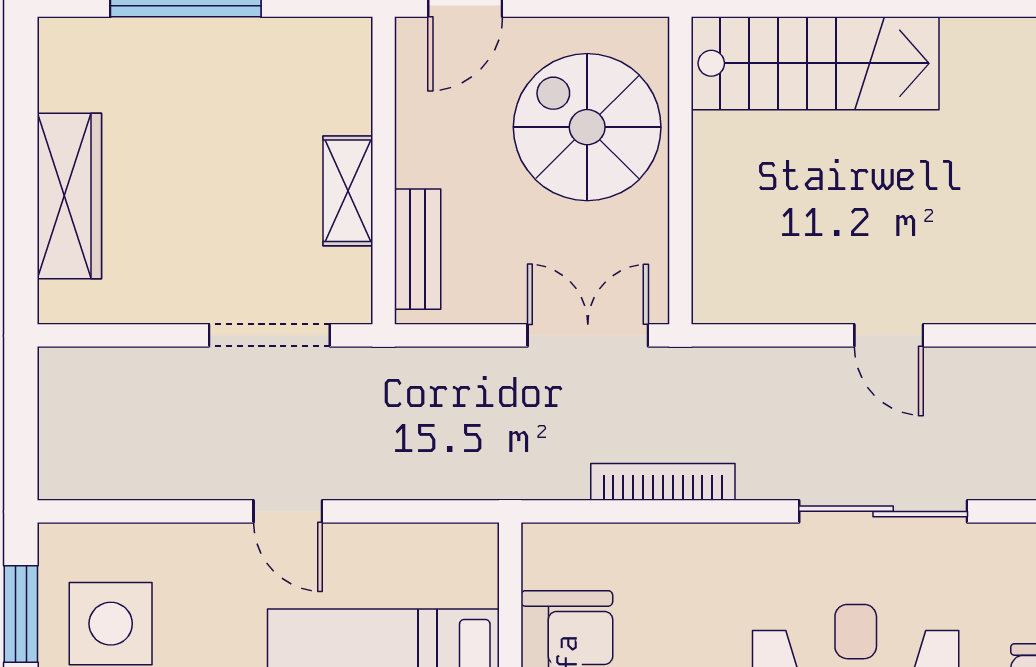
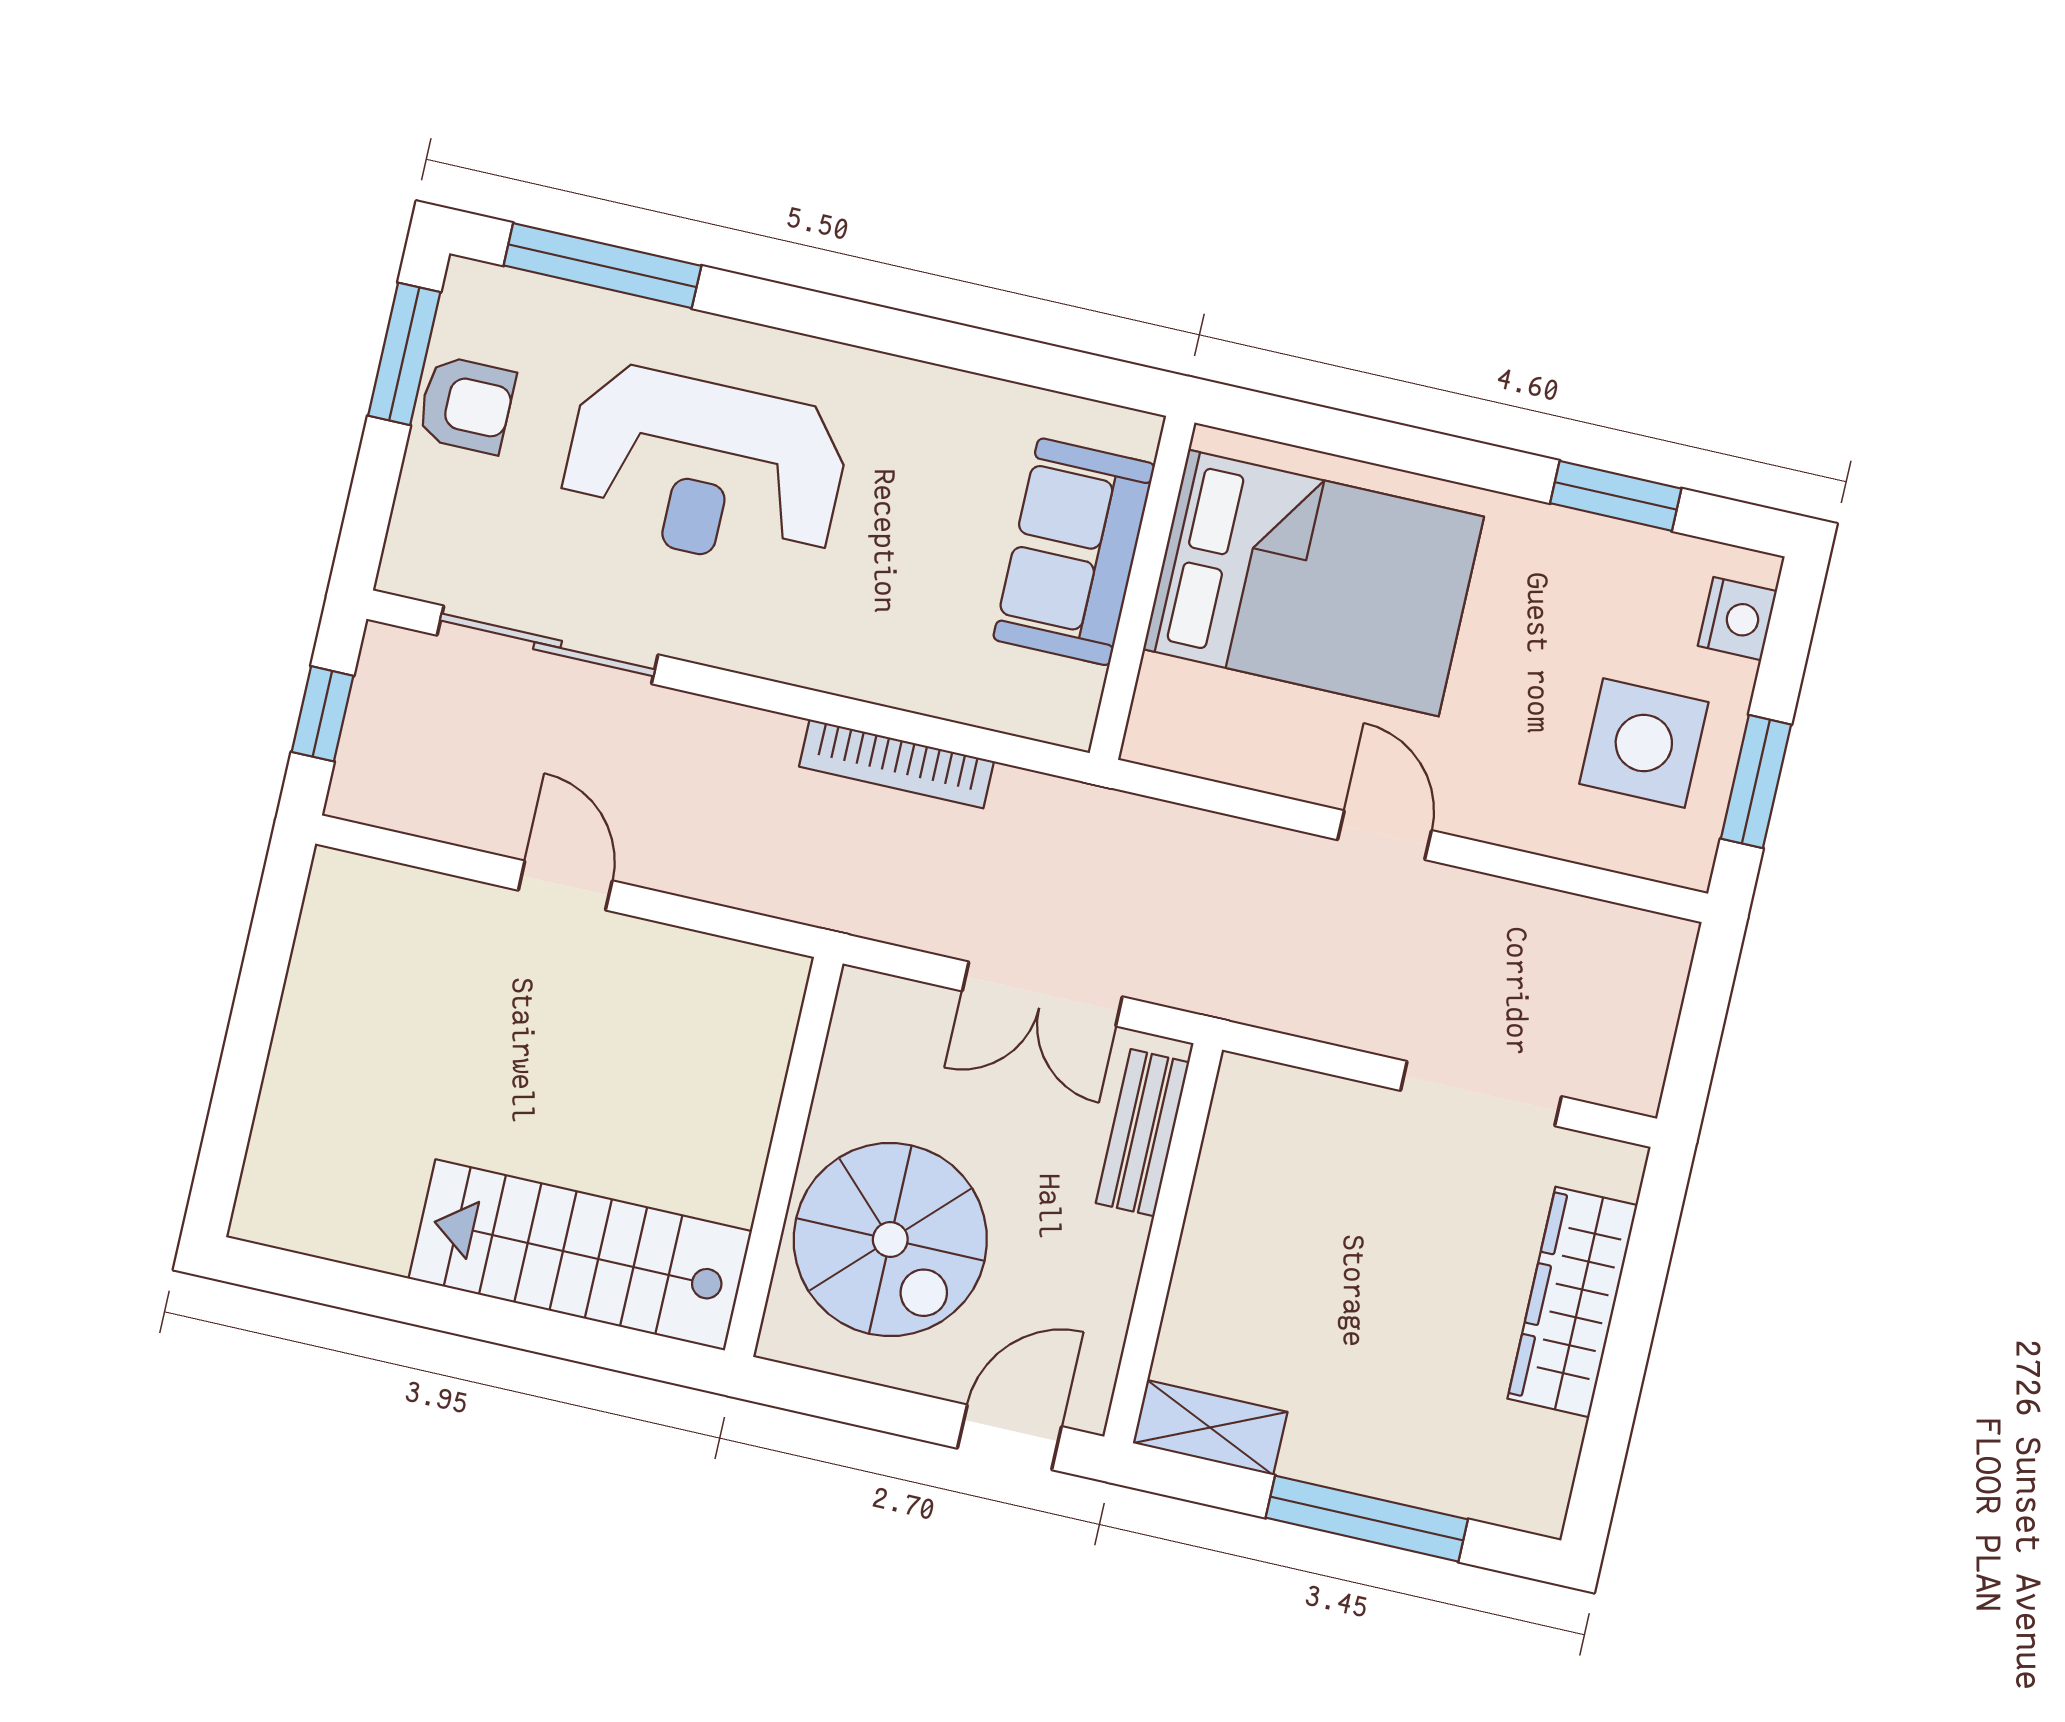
shelving: (348, 191) -> (1210, 1428), moved, turned 90
doorway: (269, 335) -> (1481, 1094), moved
double door: (588, 335) -> (1042, 994), moved
sliding door: (883, 511) -> (548, 645), moved

